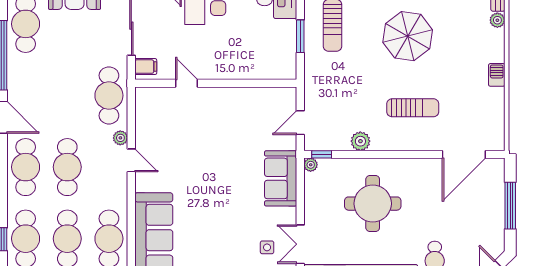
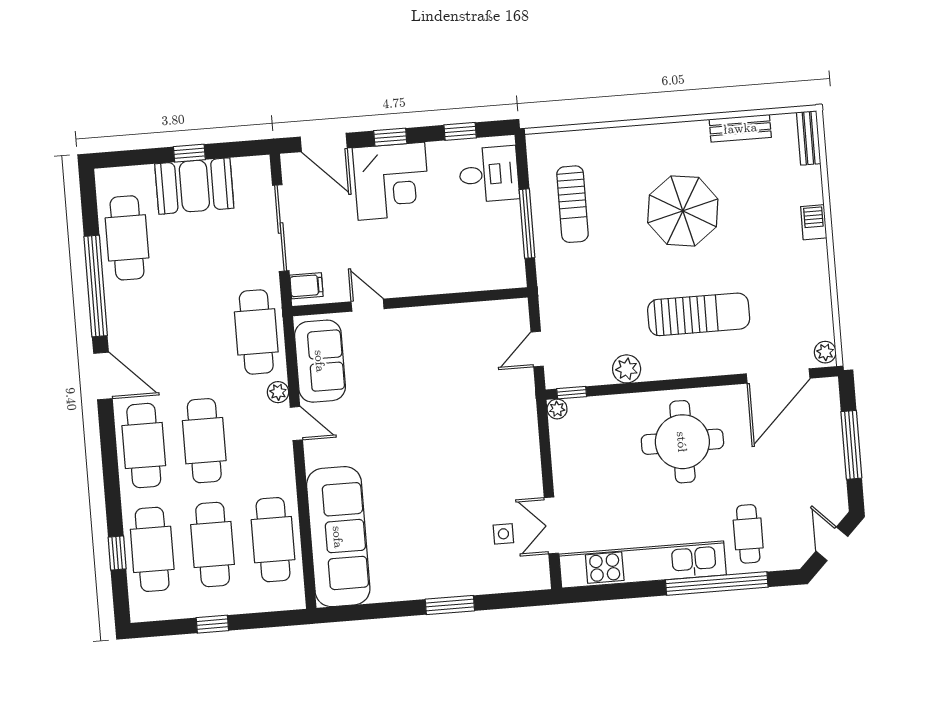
plant: (497, 20) -> (825, 352), moved
window: (300, 36) -> (527, 224), width x1.44
barbecue: (497, 75) -> (814, 222), moved
sun lounger: (413, 108) -> (699, 314), width x1.36, depth x1.34
sofa: (281, 178) -> (320, 361), moved, turned 180
round table: (373, 204) -> (682, 442), moved

